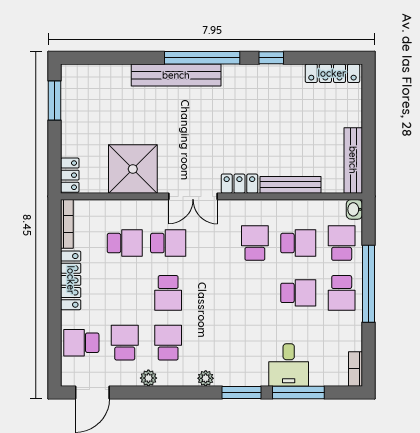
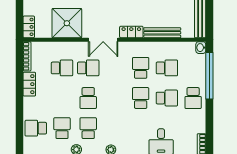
school desk: (342, 243) -> (141, 98), moved
locker: (71, 280) -> (29, 84), width x0.66
window: (369, 284) -> (209, 76), moved

